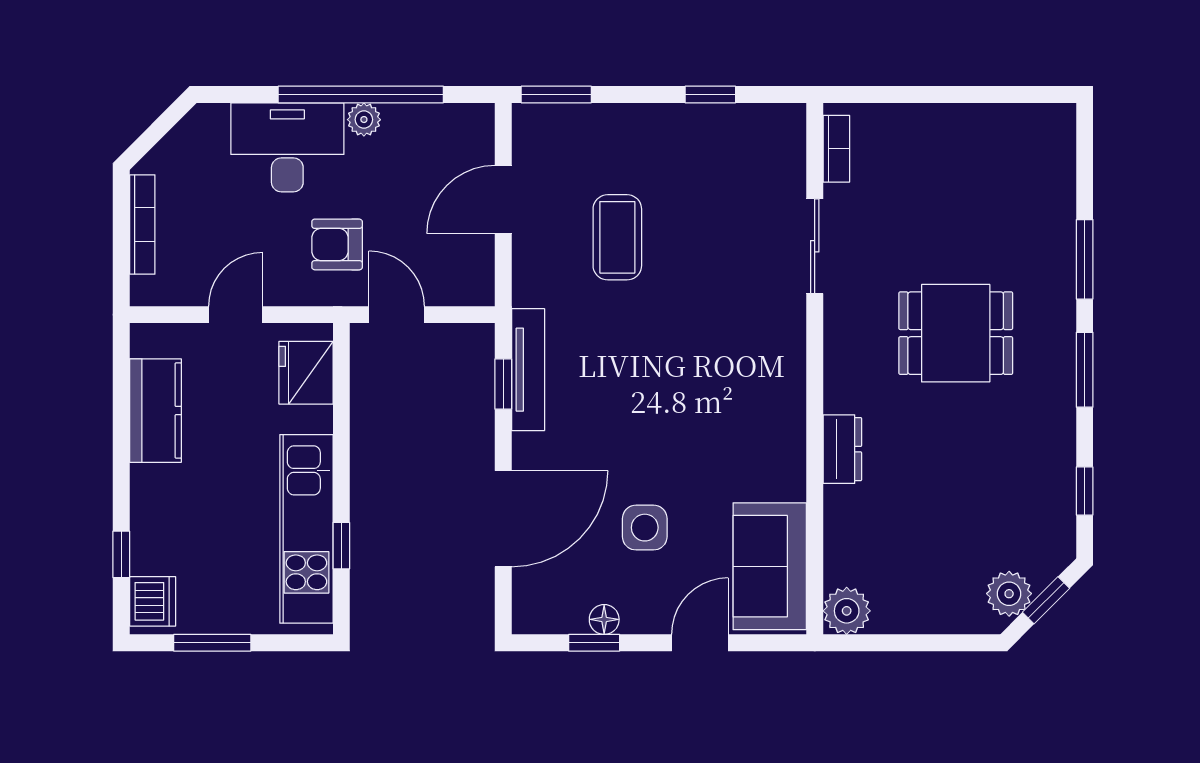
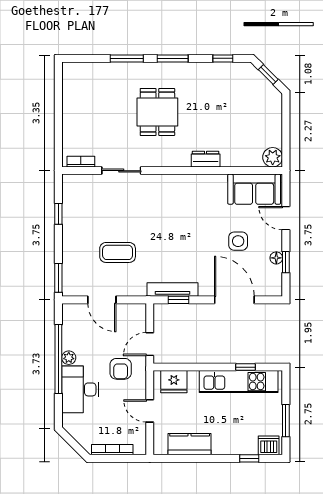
plant: (1009, 594) -> (266, 90), removed

